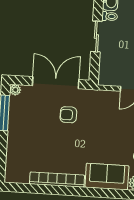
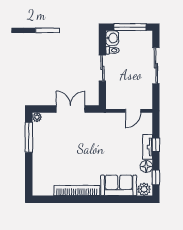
double door: (56, 83) -> (71, 109), width x0.73
armchair: (68, 115) -> (83, 135), removed

